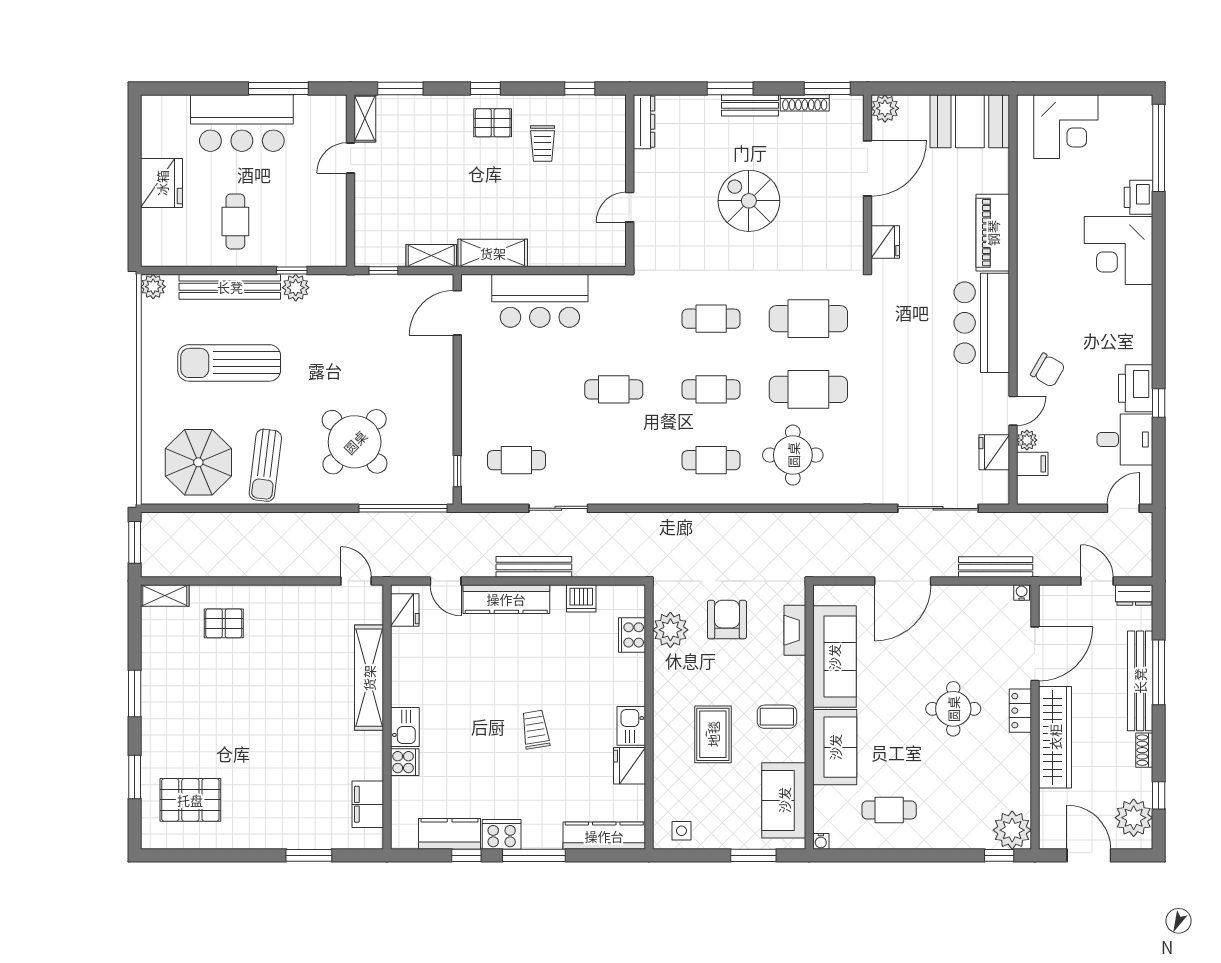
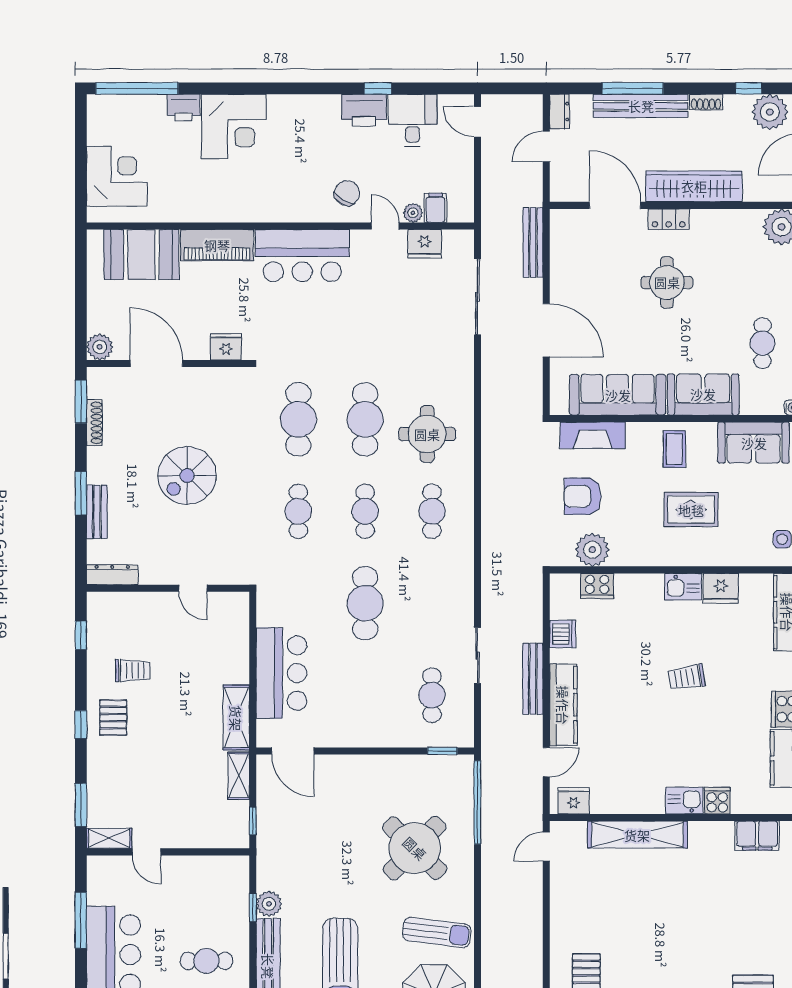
bench: (750, 105) -> (97, 512), moved
booth: (970, 121) -> (141, 255), moved, turned 90
cafe table: (614, 389) -> (365, 603), width x1.37, depth x1.35
water cooler: (1022, 593) -> (557, 218), removed
fireplace: (795, 630) -> (593, 435), width x1.37, depth x1.32

